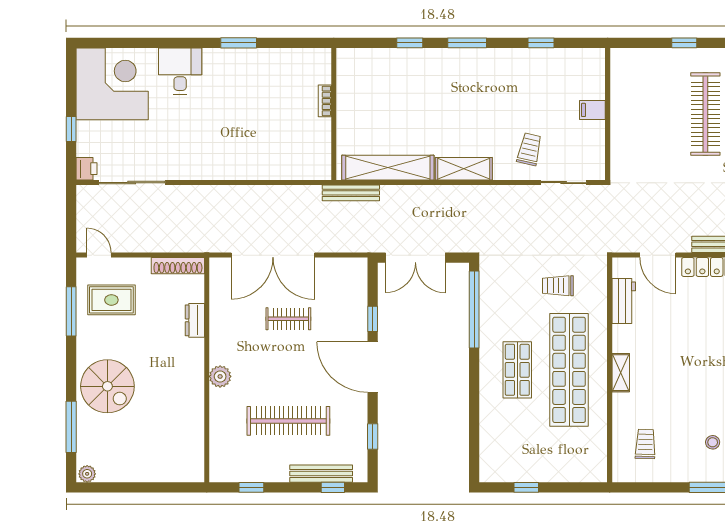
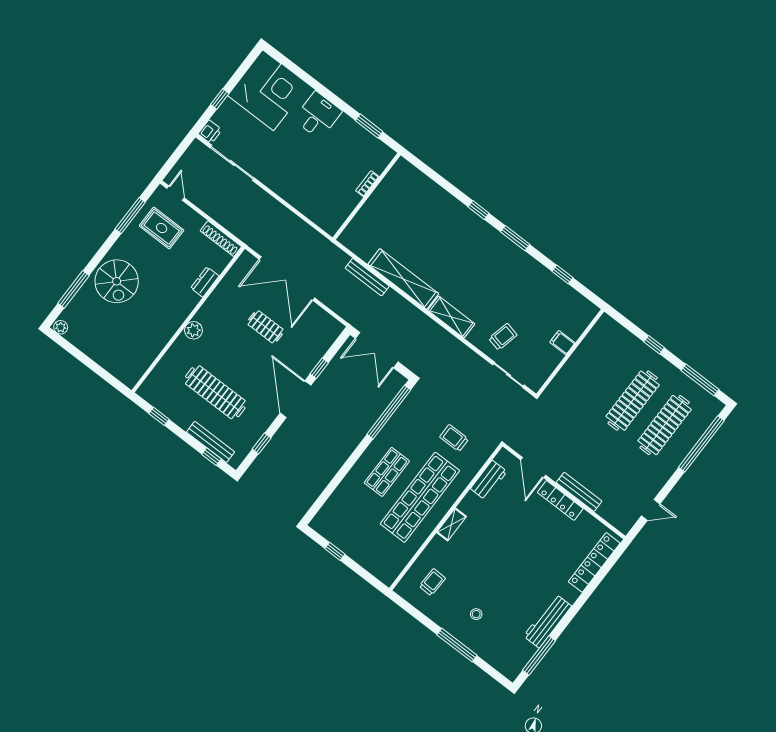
bookcase: (325, 101) -> (367, 184), moved
wall: (334, 114) -> (367, 196), moved

